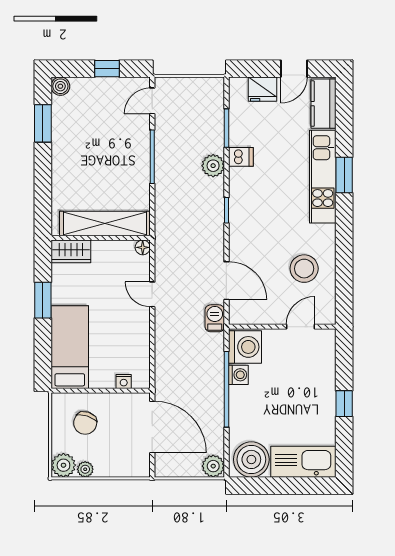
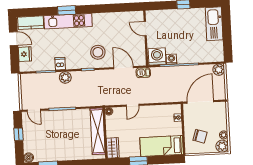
stool: (304, 269) -> (98, 52), moved
door: (226, 281) -> (124, 68), hinge flipped
boiler: (251, 459) -> (214, 50), removed

